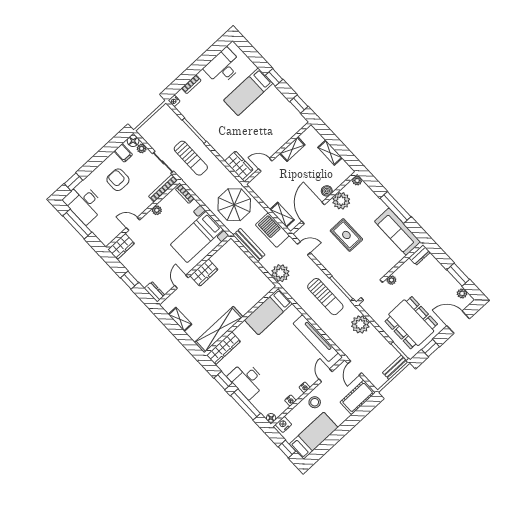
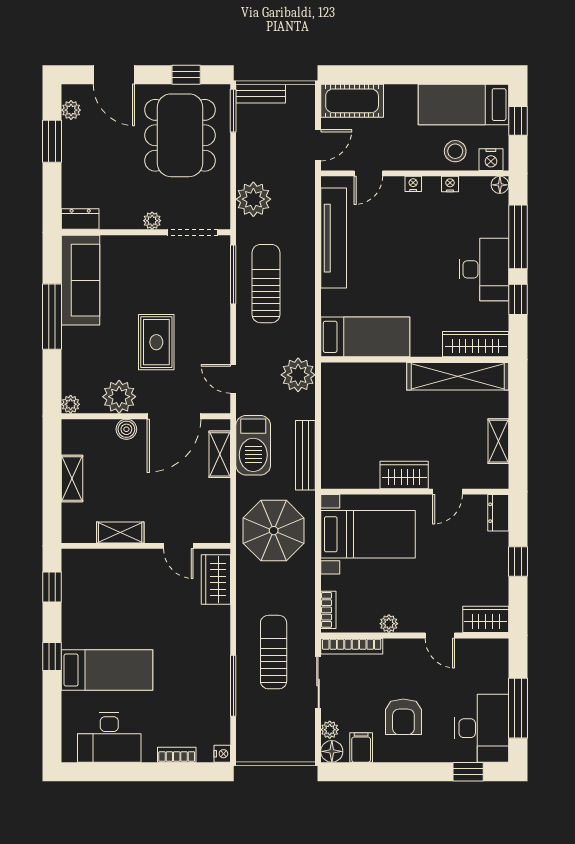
stool: (315, 402) -> (455, 151), moved

